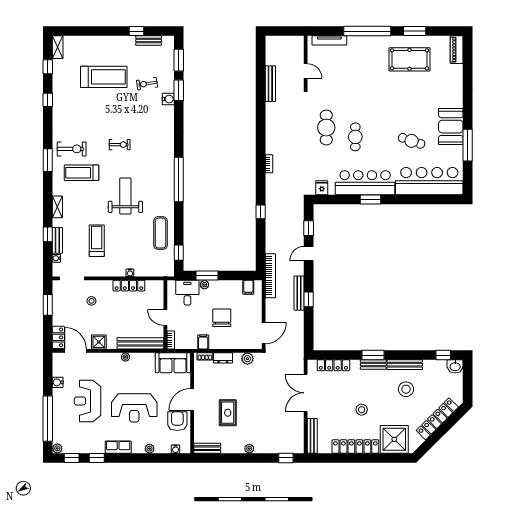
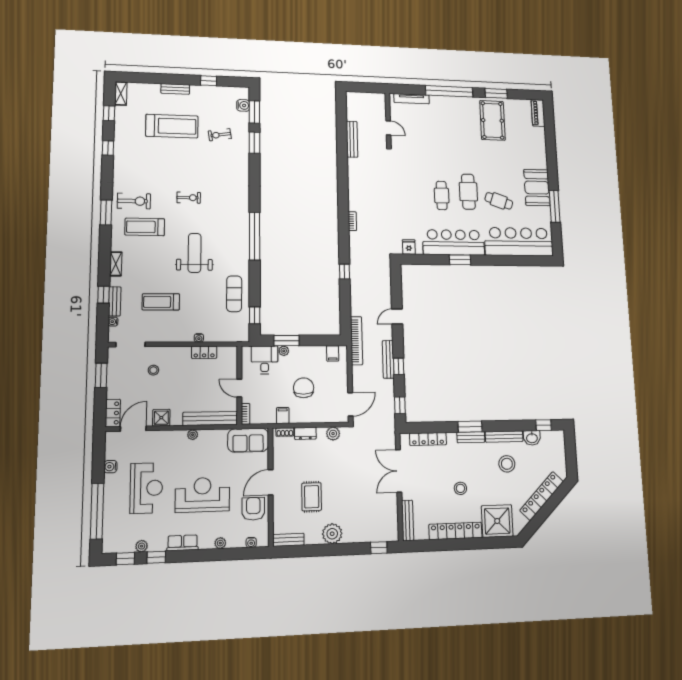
bench: (149, 41) -> (175, 89), moved
pool table: (409, 59) -> (492, 120), turned 90
water cooler: (168, 99) -> (243, 105), moved
cafe table: (326, 128) -> (468, 192), moved
window: (309, 228) -> (400, 405), moved
treadmill: (97, 241) -> (161, 302), turned -90
locker: (129, 286) -> (204, 352), width x0.66
door: (76, 351) -> (133, 429), hinge flipped
washbasin: (455, 366) -> (532, 438), moved
reception desk: (88, 401) -> (146, 488), turned 180
reception desk: (134, 408) -> (202, 495), turned 180
plant: (57, 448) -> (142, 546), moved
plant: (249, 449) -> (332, 534), width x1.88, depth x1.88

